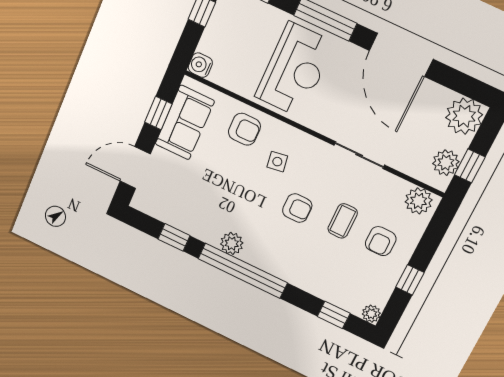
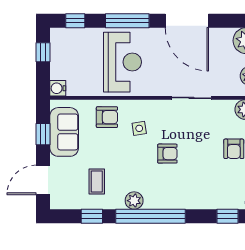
coffee table: (343, 221) -> (97, 182), moved

